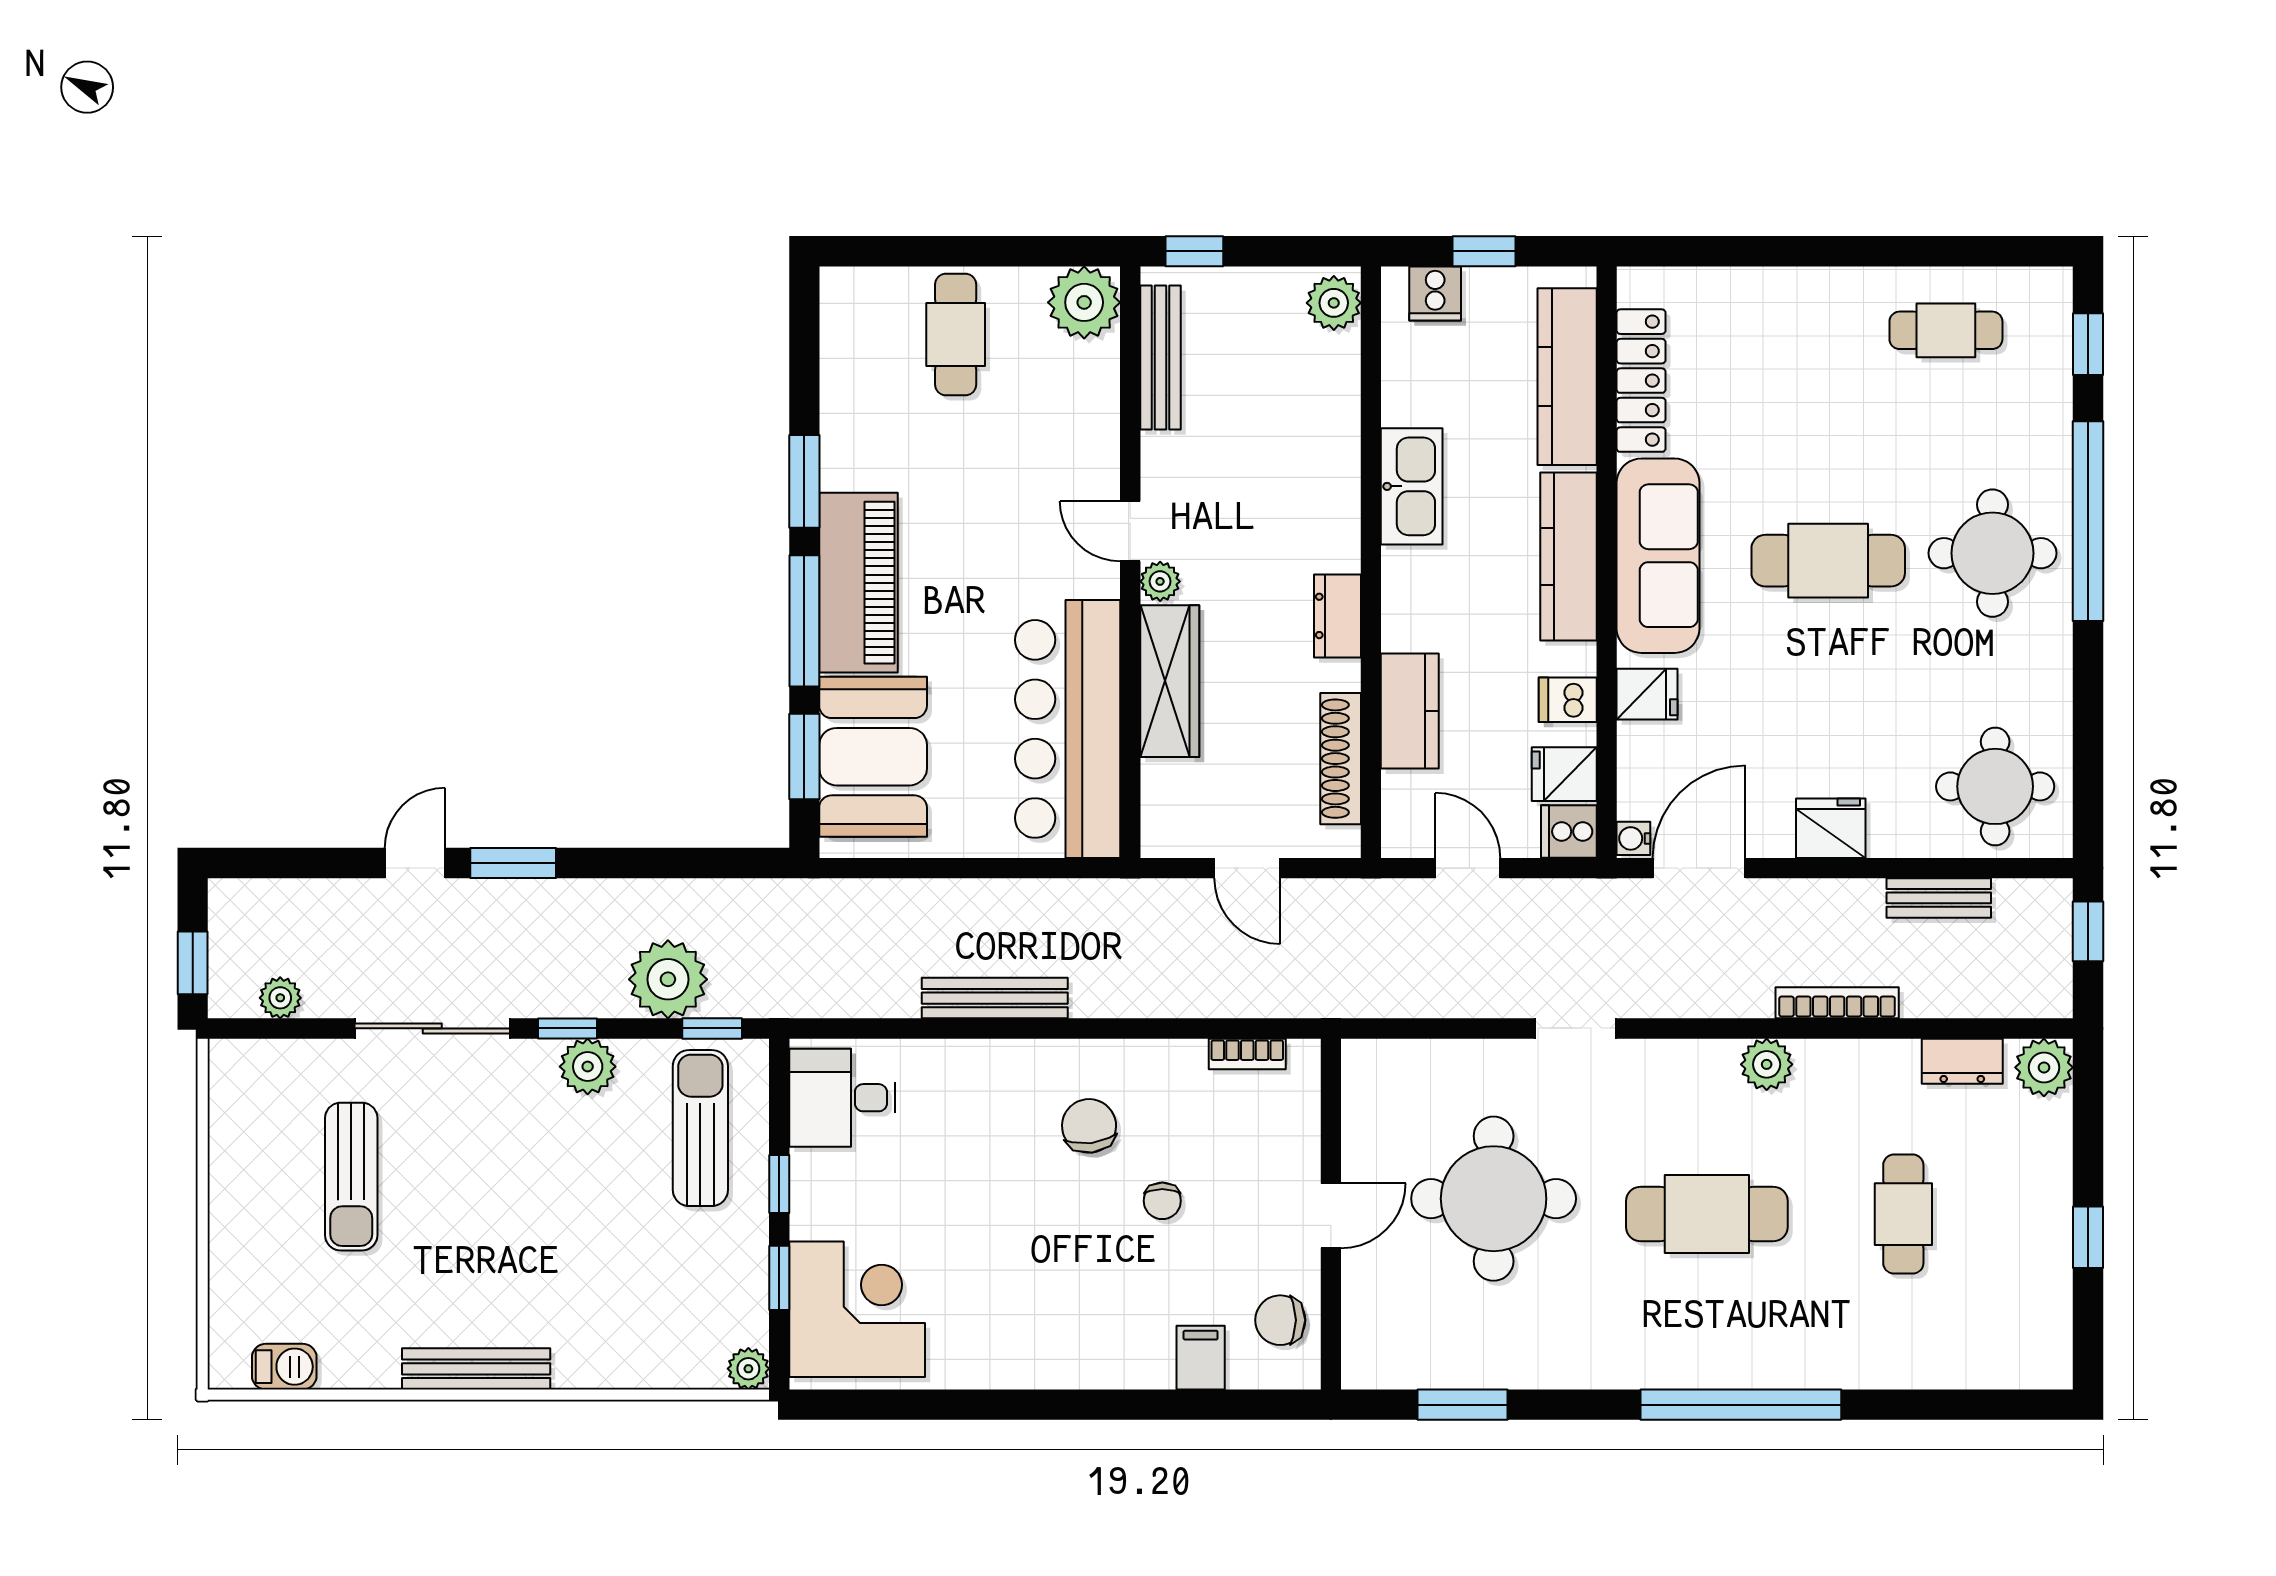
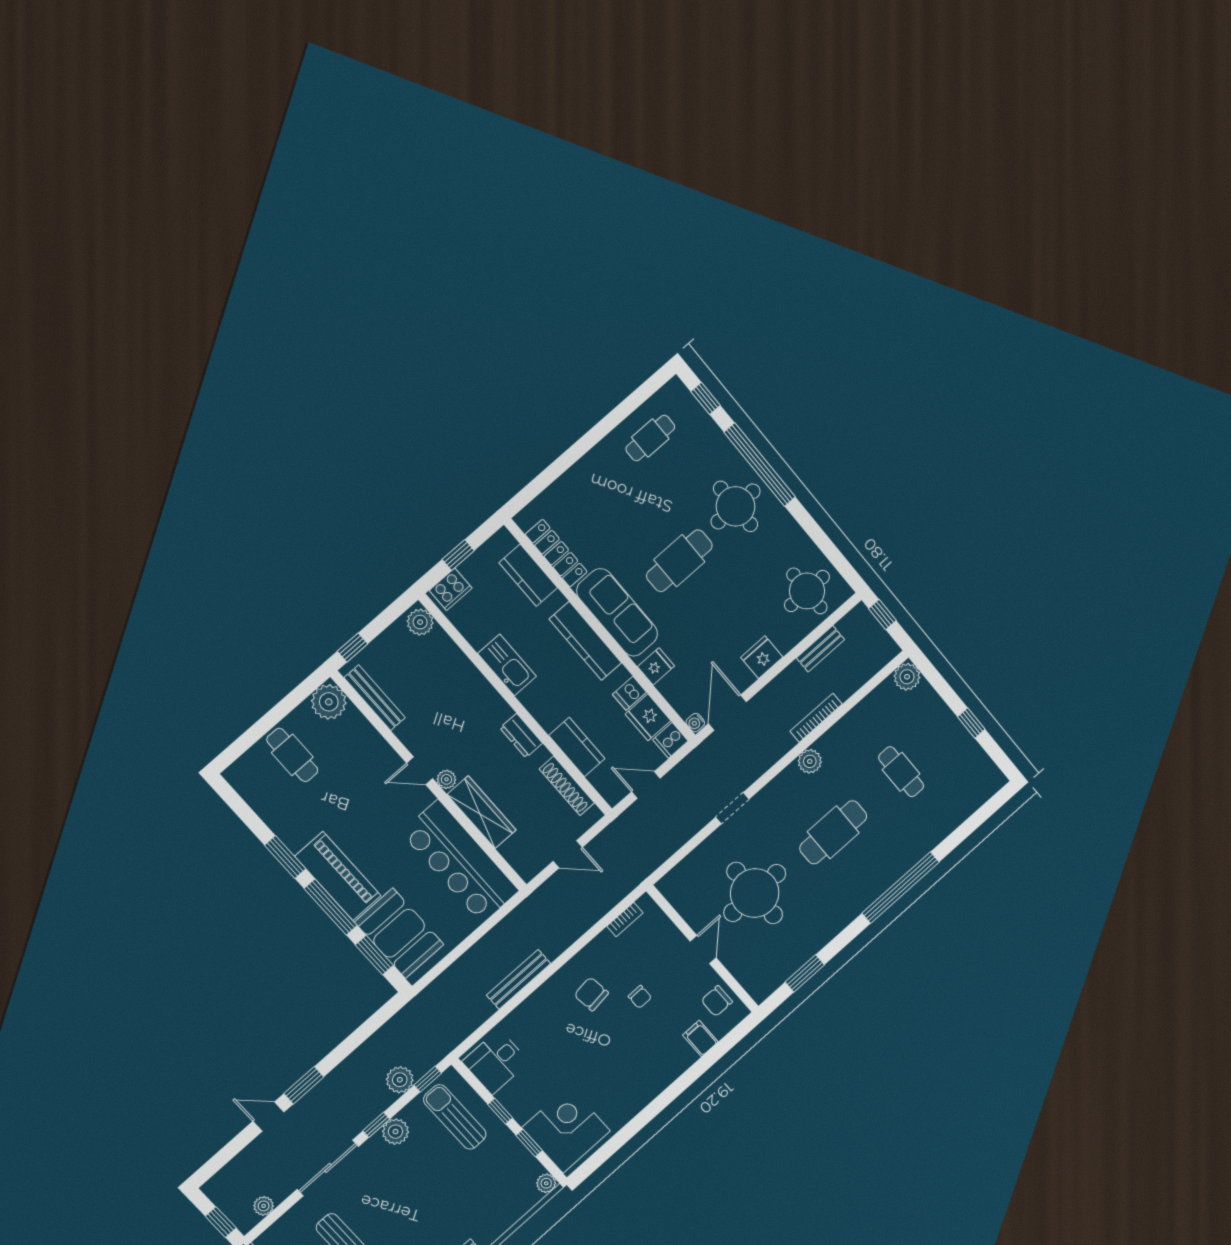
cooker: (1435, 293) -> (451, 589), width x1.36
kitchen counter: (1567, 377) -> (528, 575), width x0.67
fridge: (1564, 774) -> (648, 717), width x1.38
door: (415, 863) -> (268, 1117), hinge flipped
plant: (668, 979) -> (400, 1080), width x0.73, depth x0.73
dresser: (1962, 1061) -> (877, 700), removed

